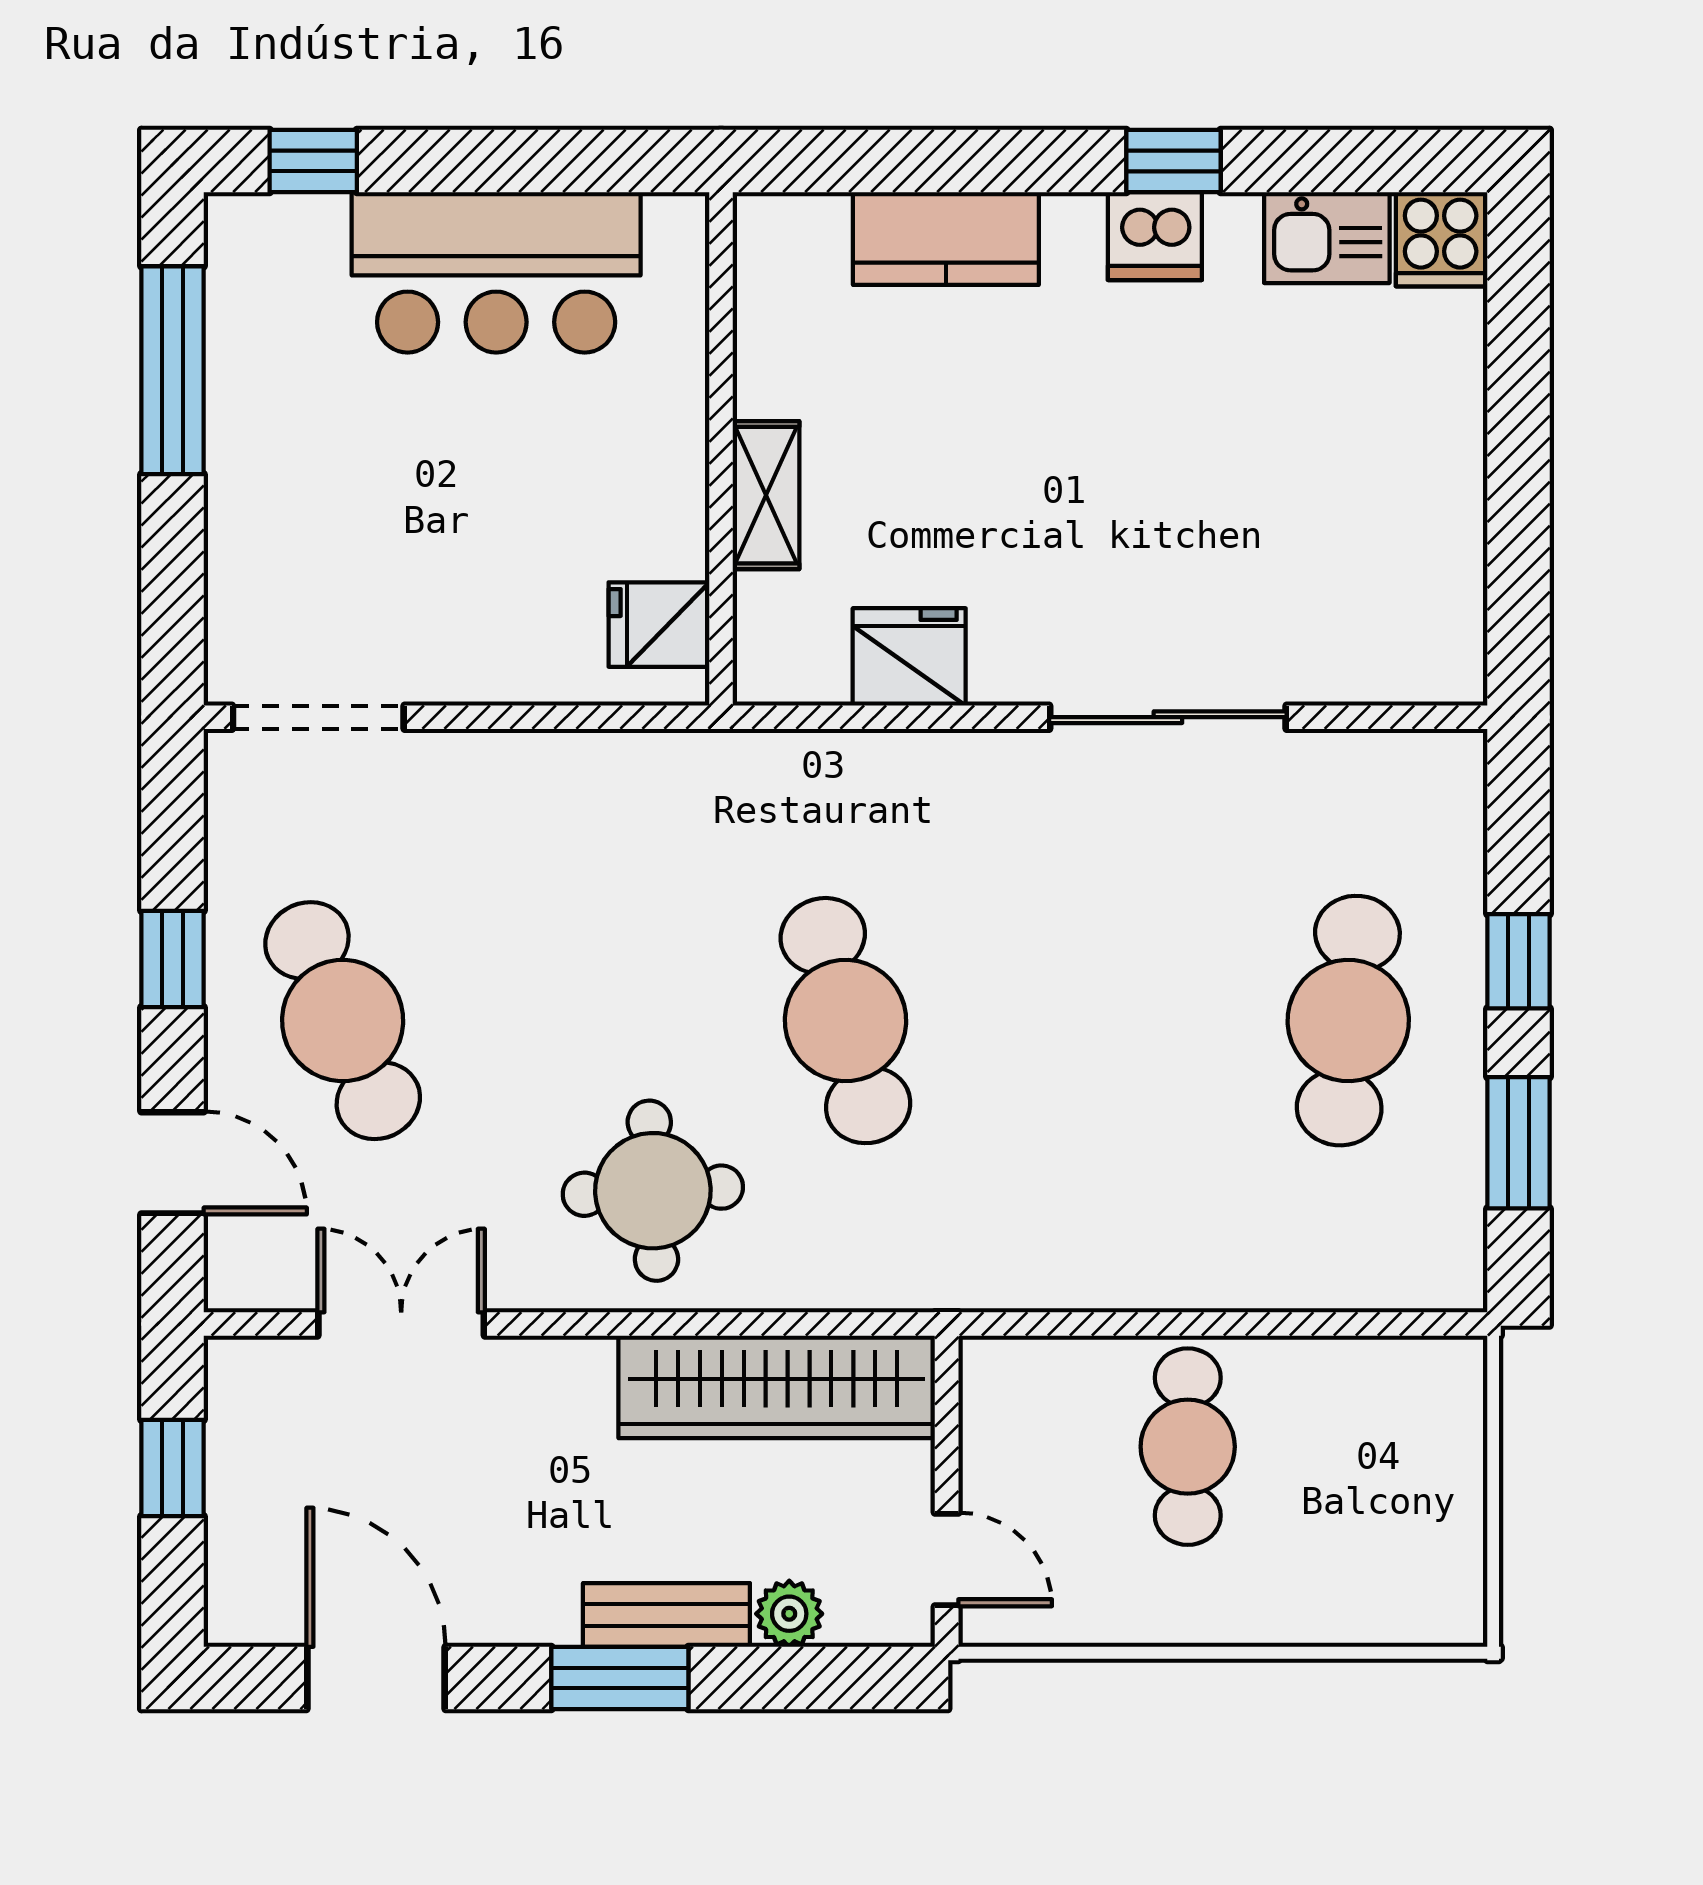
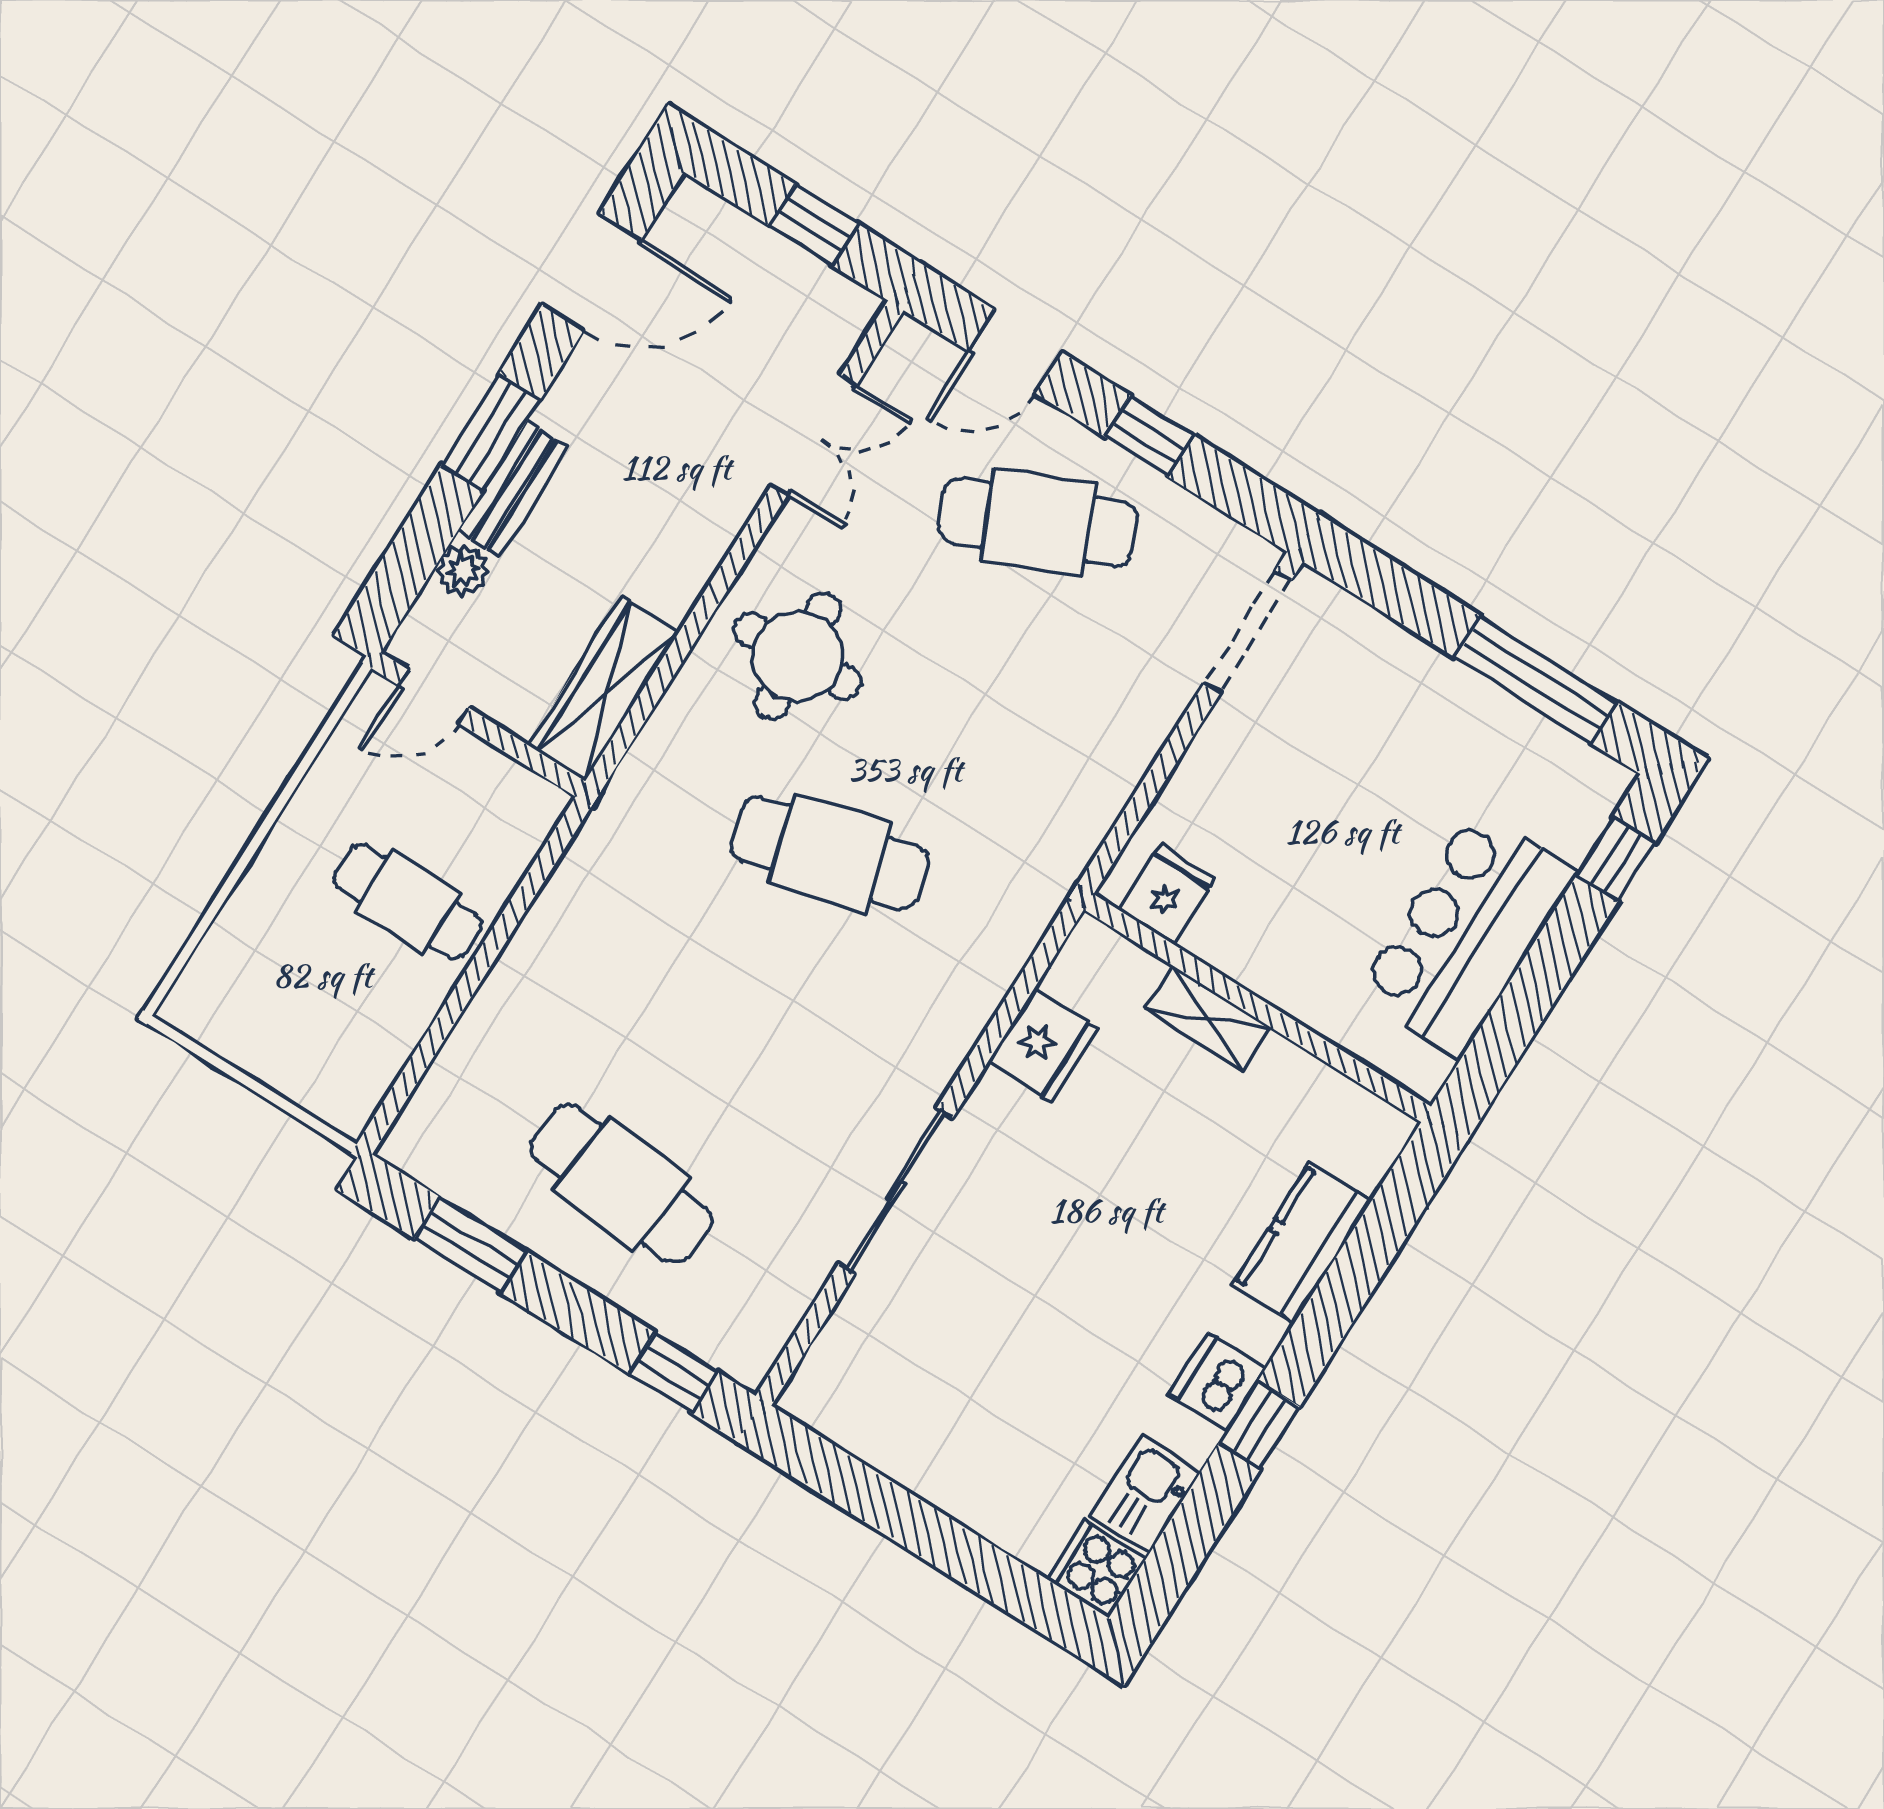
window: (1518, 961) -> (673, 1373), moved
wardrobe: (777, 1387) -> (603, 689), width x0.71, depth x0.85

